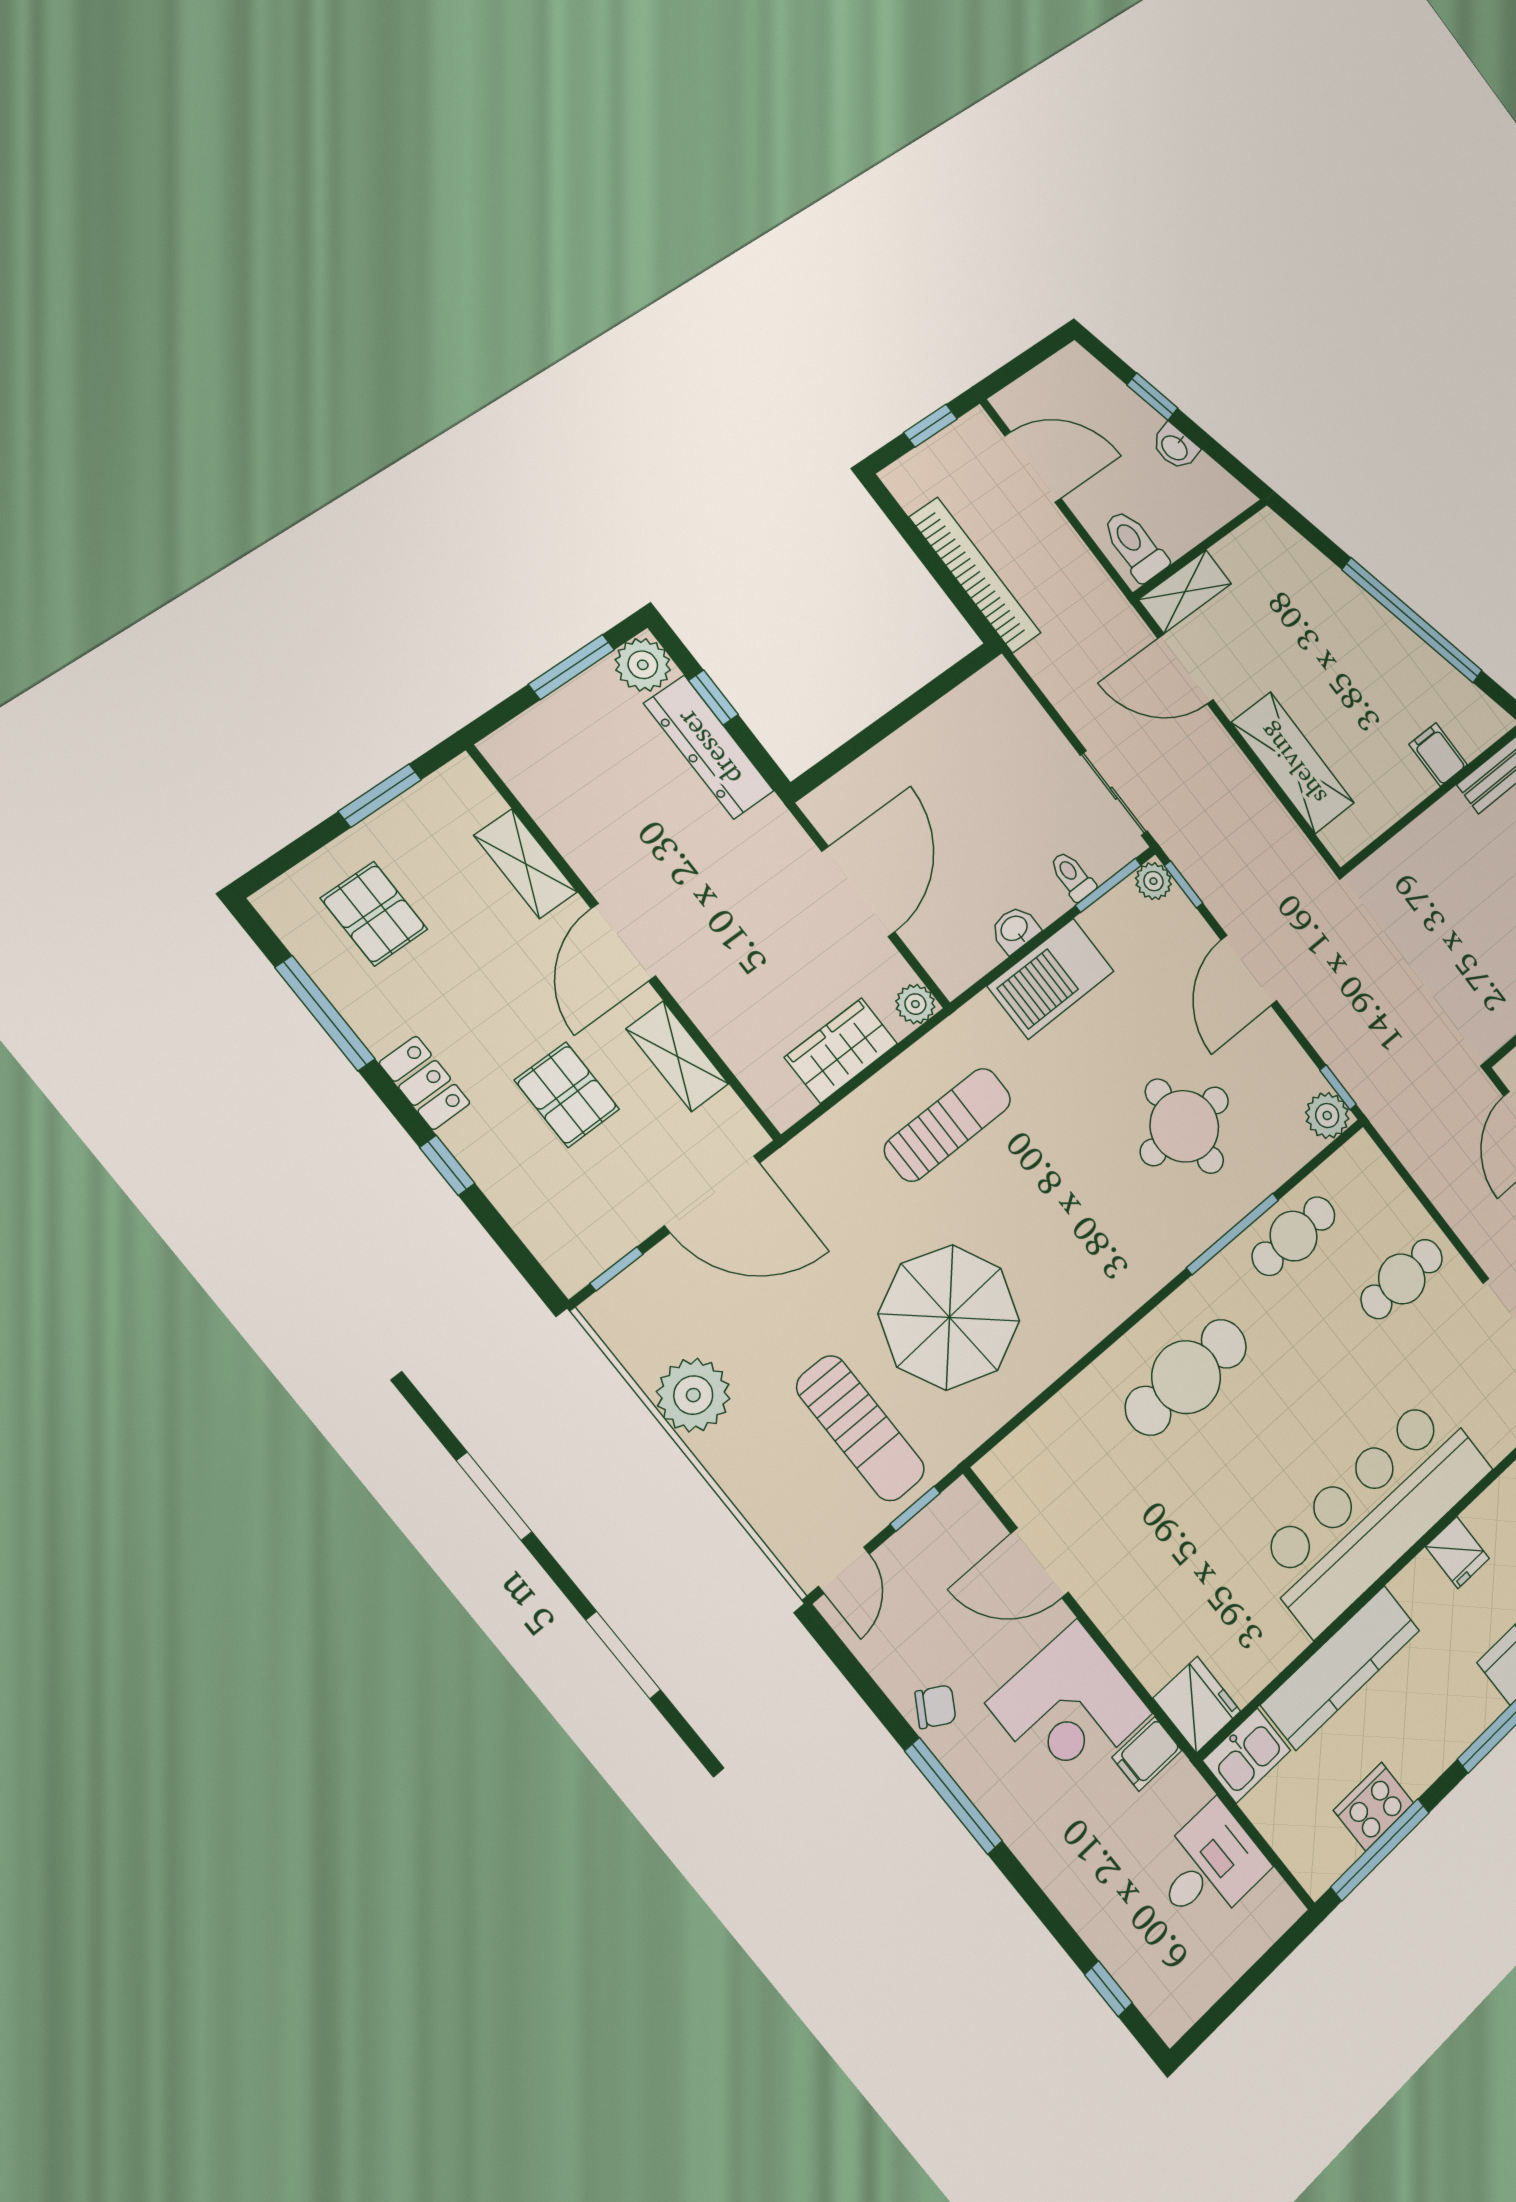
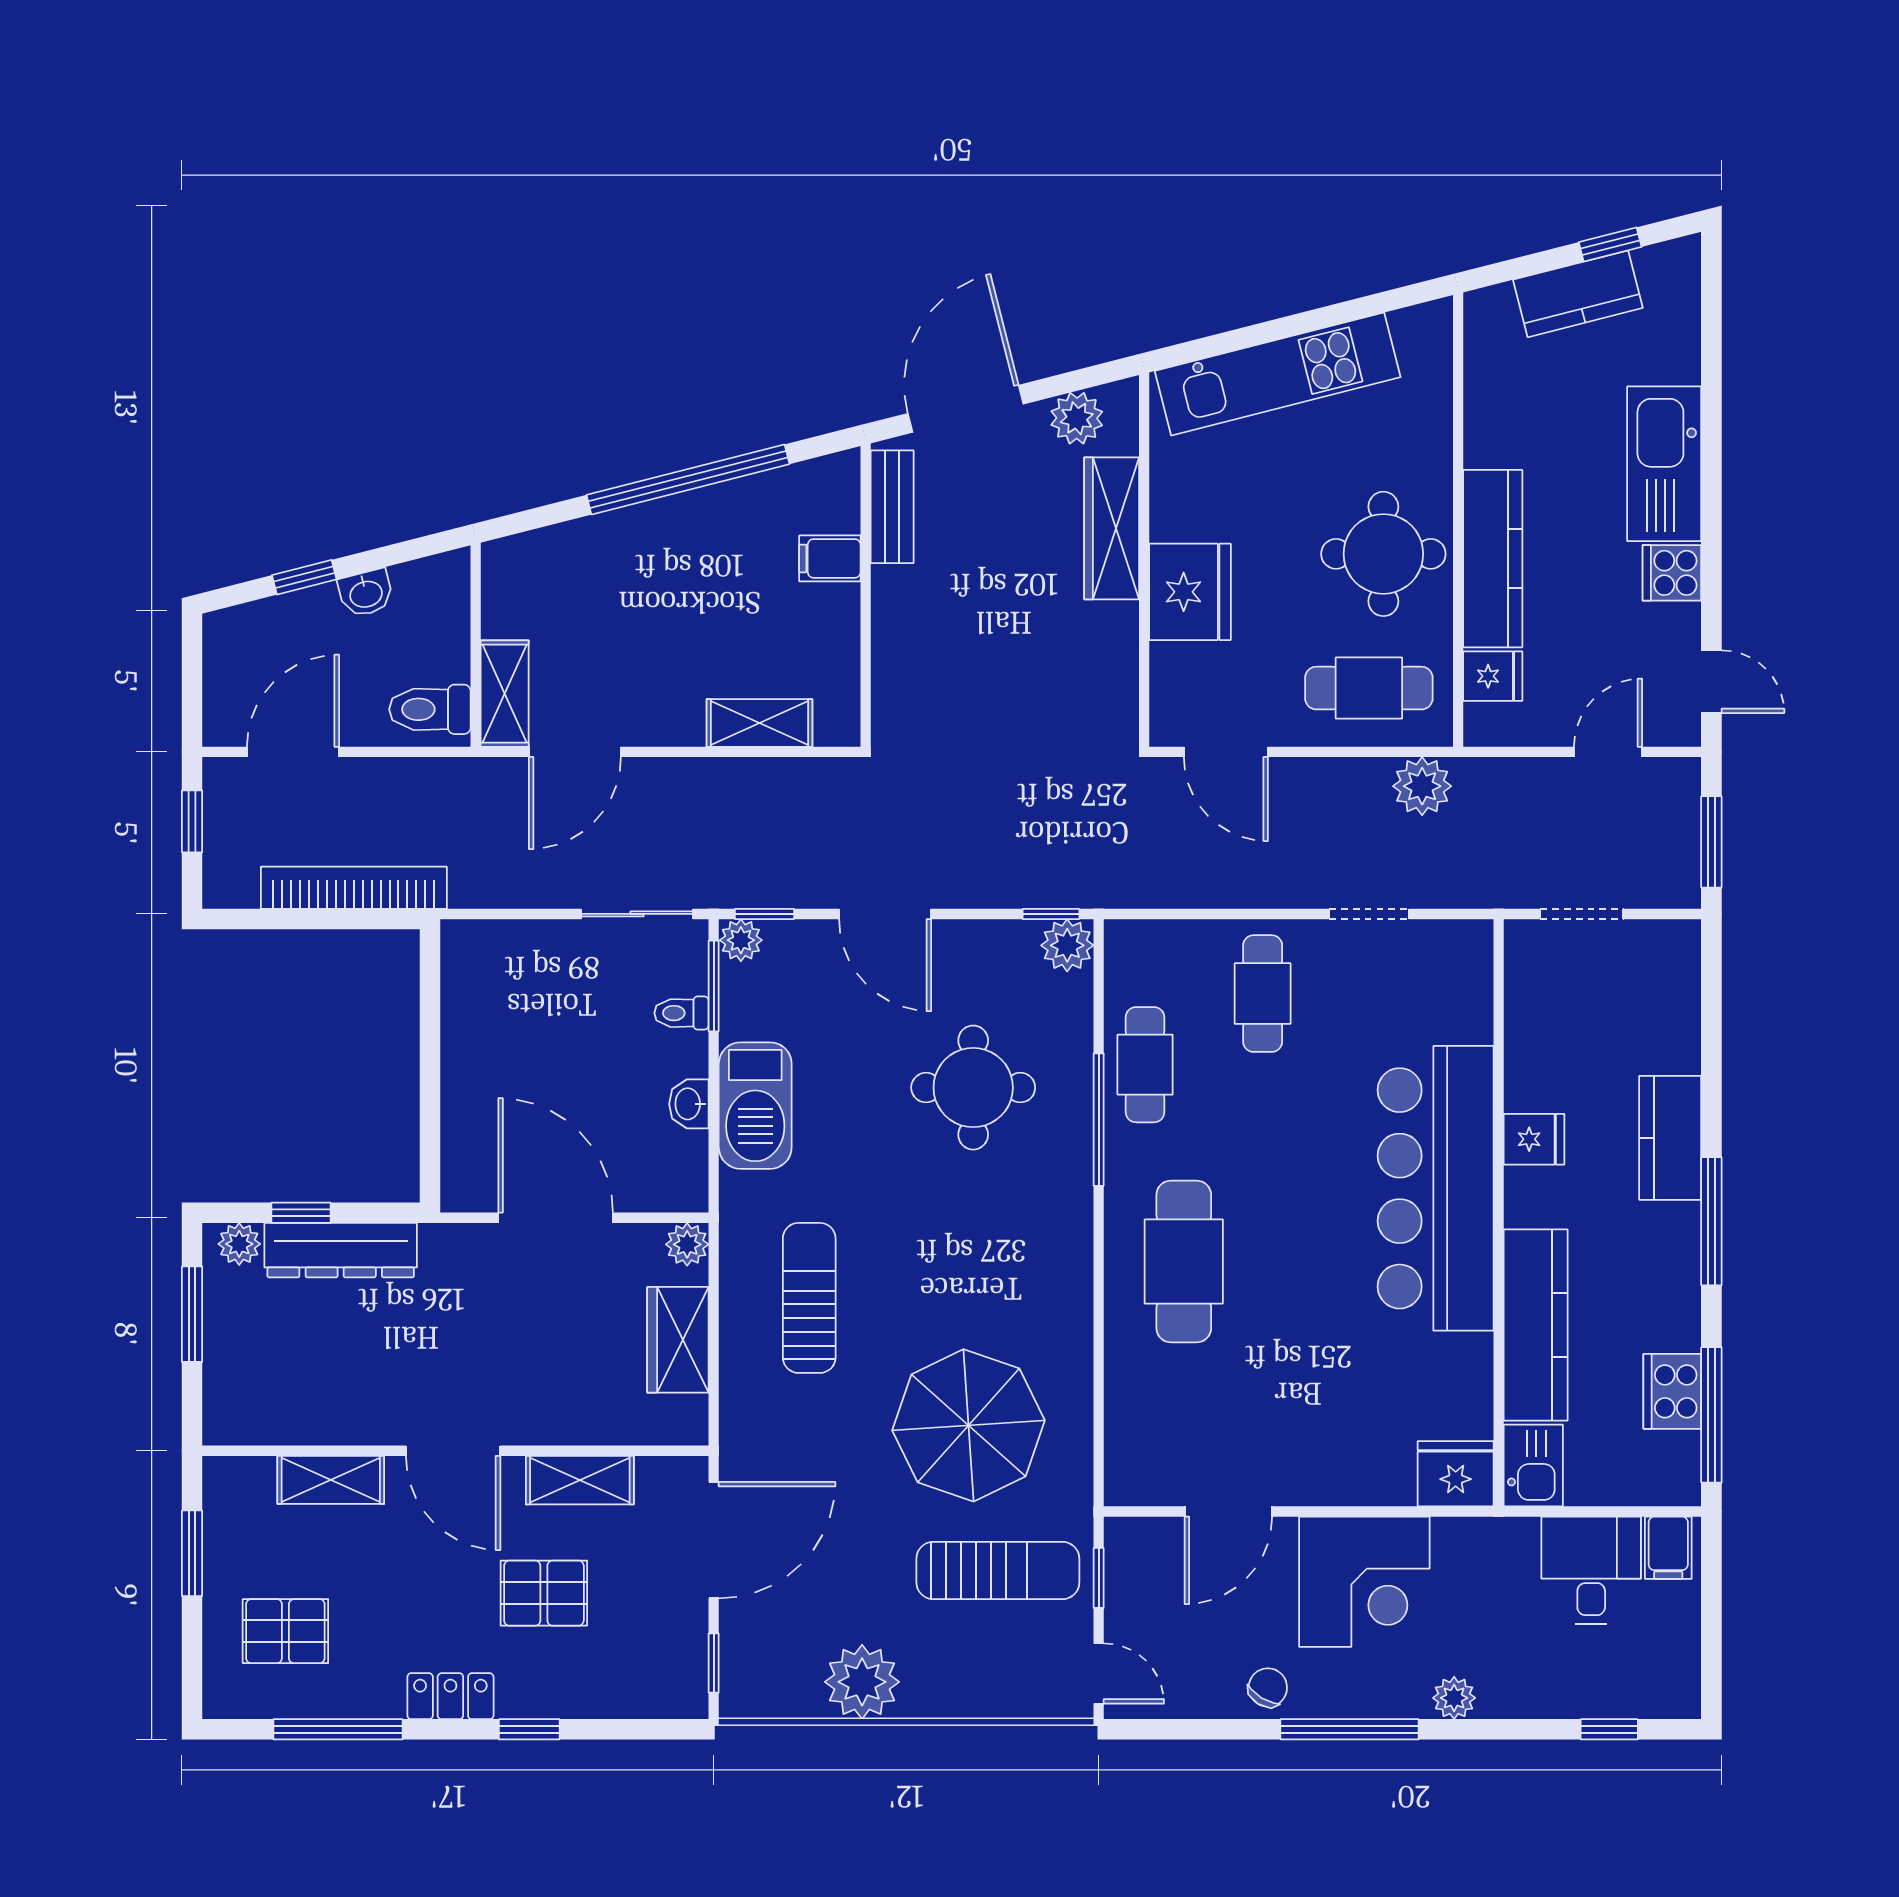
plant: (643, 665) -> (239, 1244), width x0.73, depth x0.73
shelving: (1293, 763) -> (759, 723), width x0.67, depth x0.75
filing cabinet: (1147, 1754) -> (1668, 1548), moved
plant: (1039, 1852) -> (1454, 1698), added

